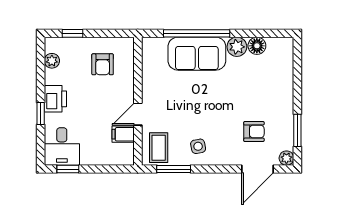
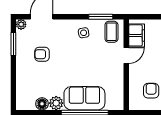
armchair: (254, 132) -> (42, 54), moved
filing cabinet: (123, 134) -> (137, 35), width x2.00

